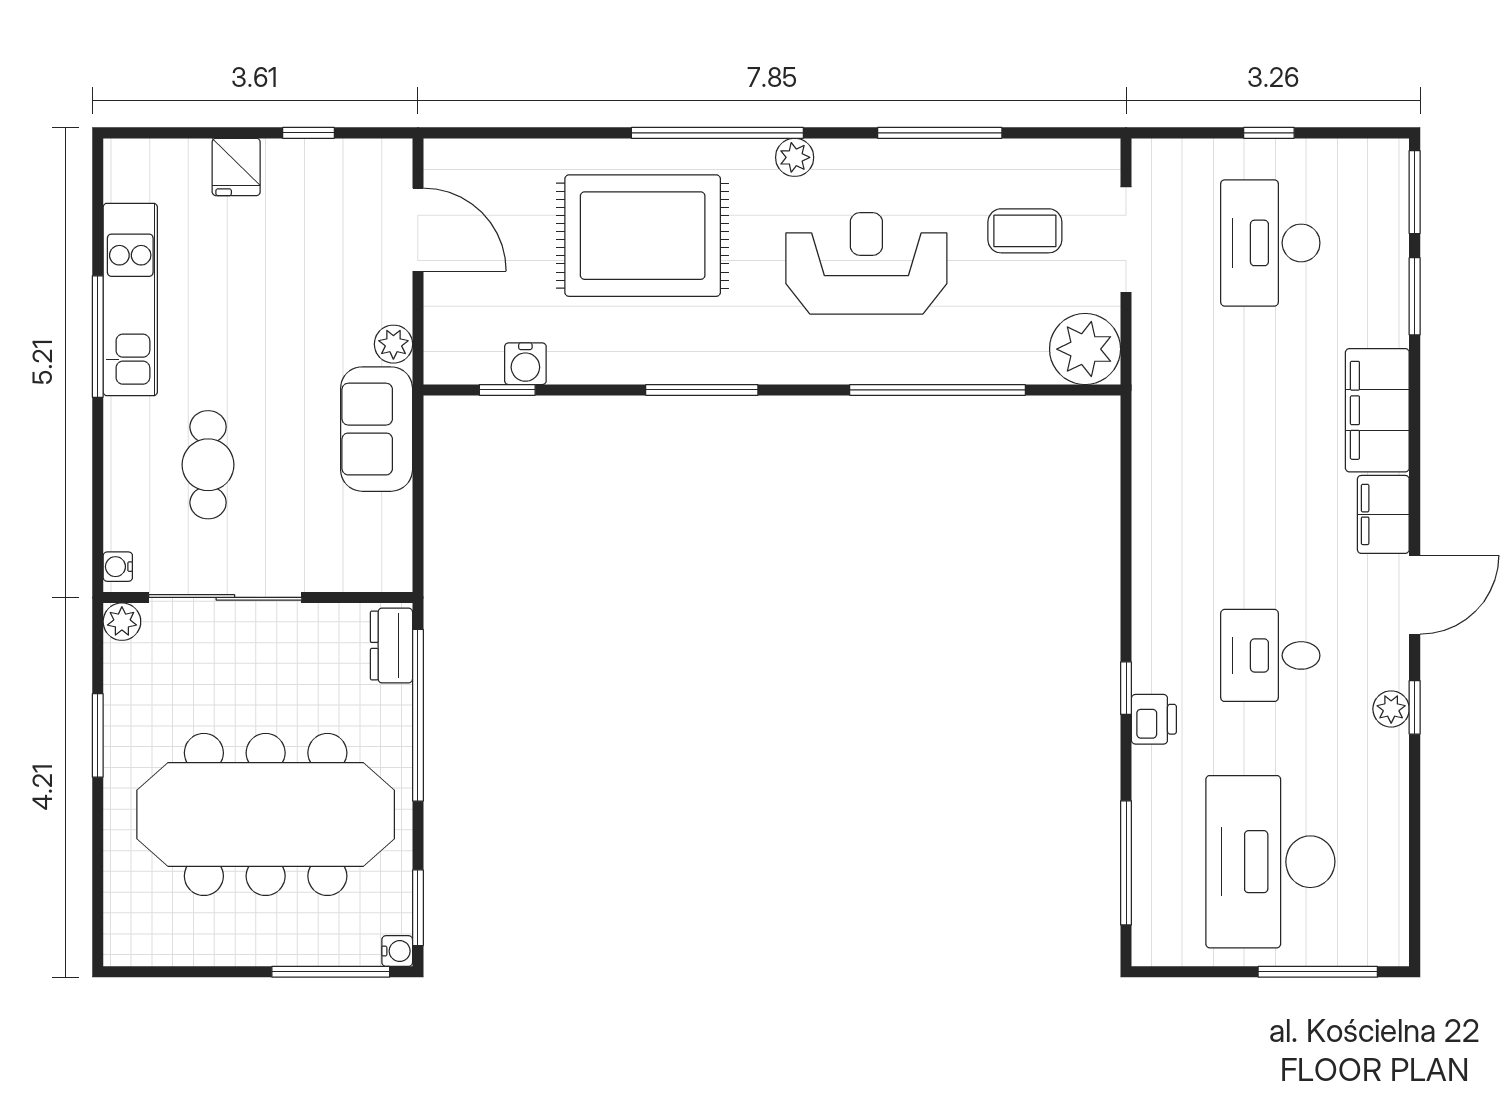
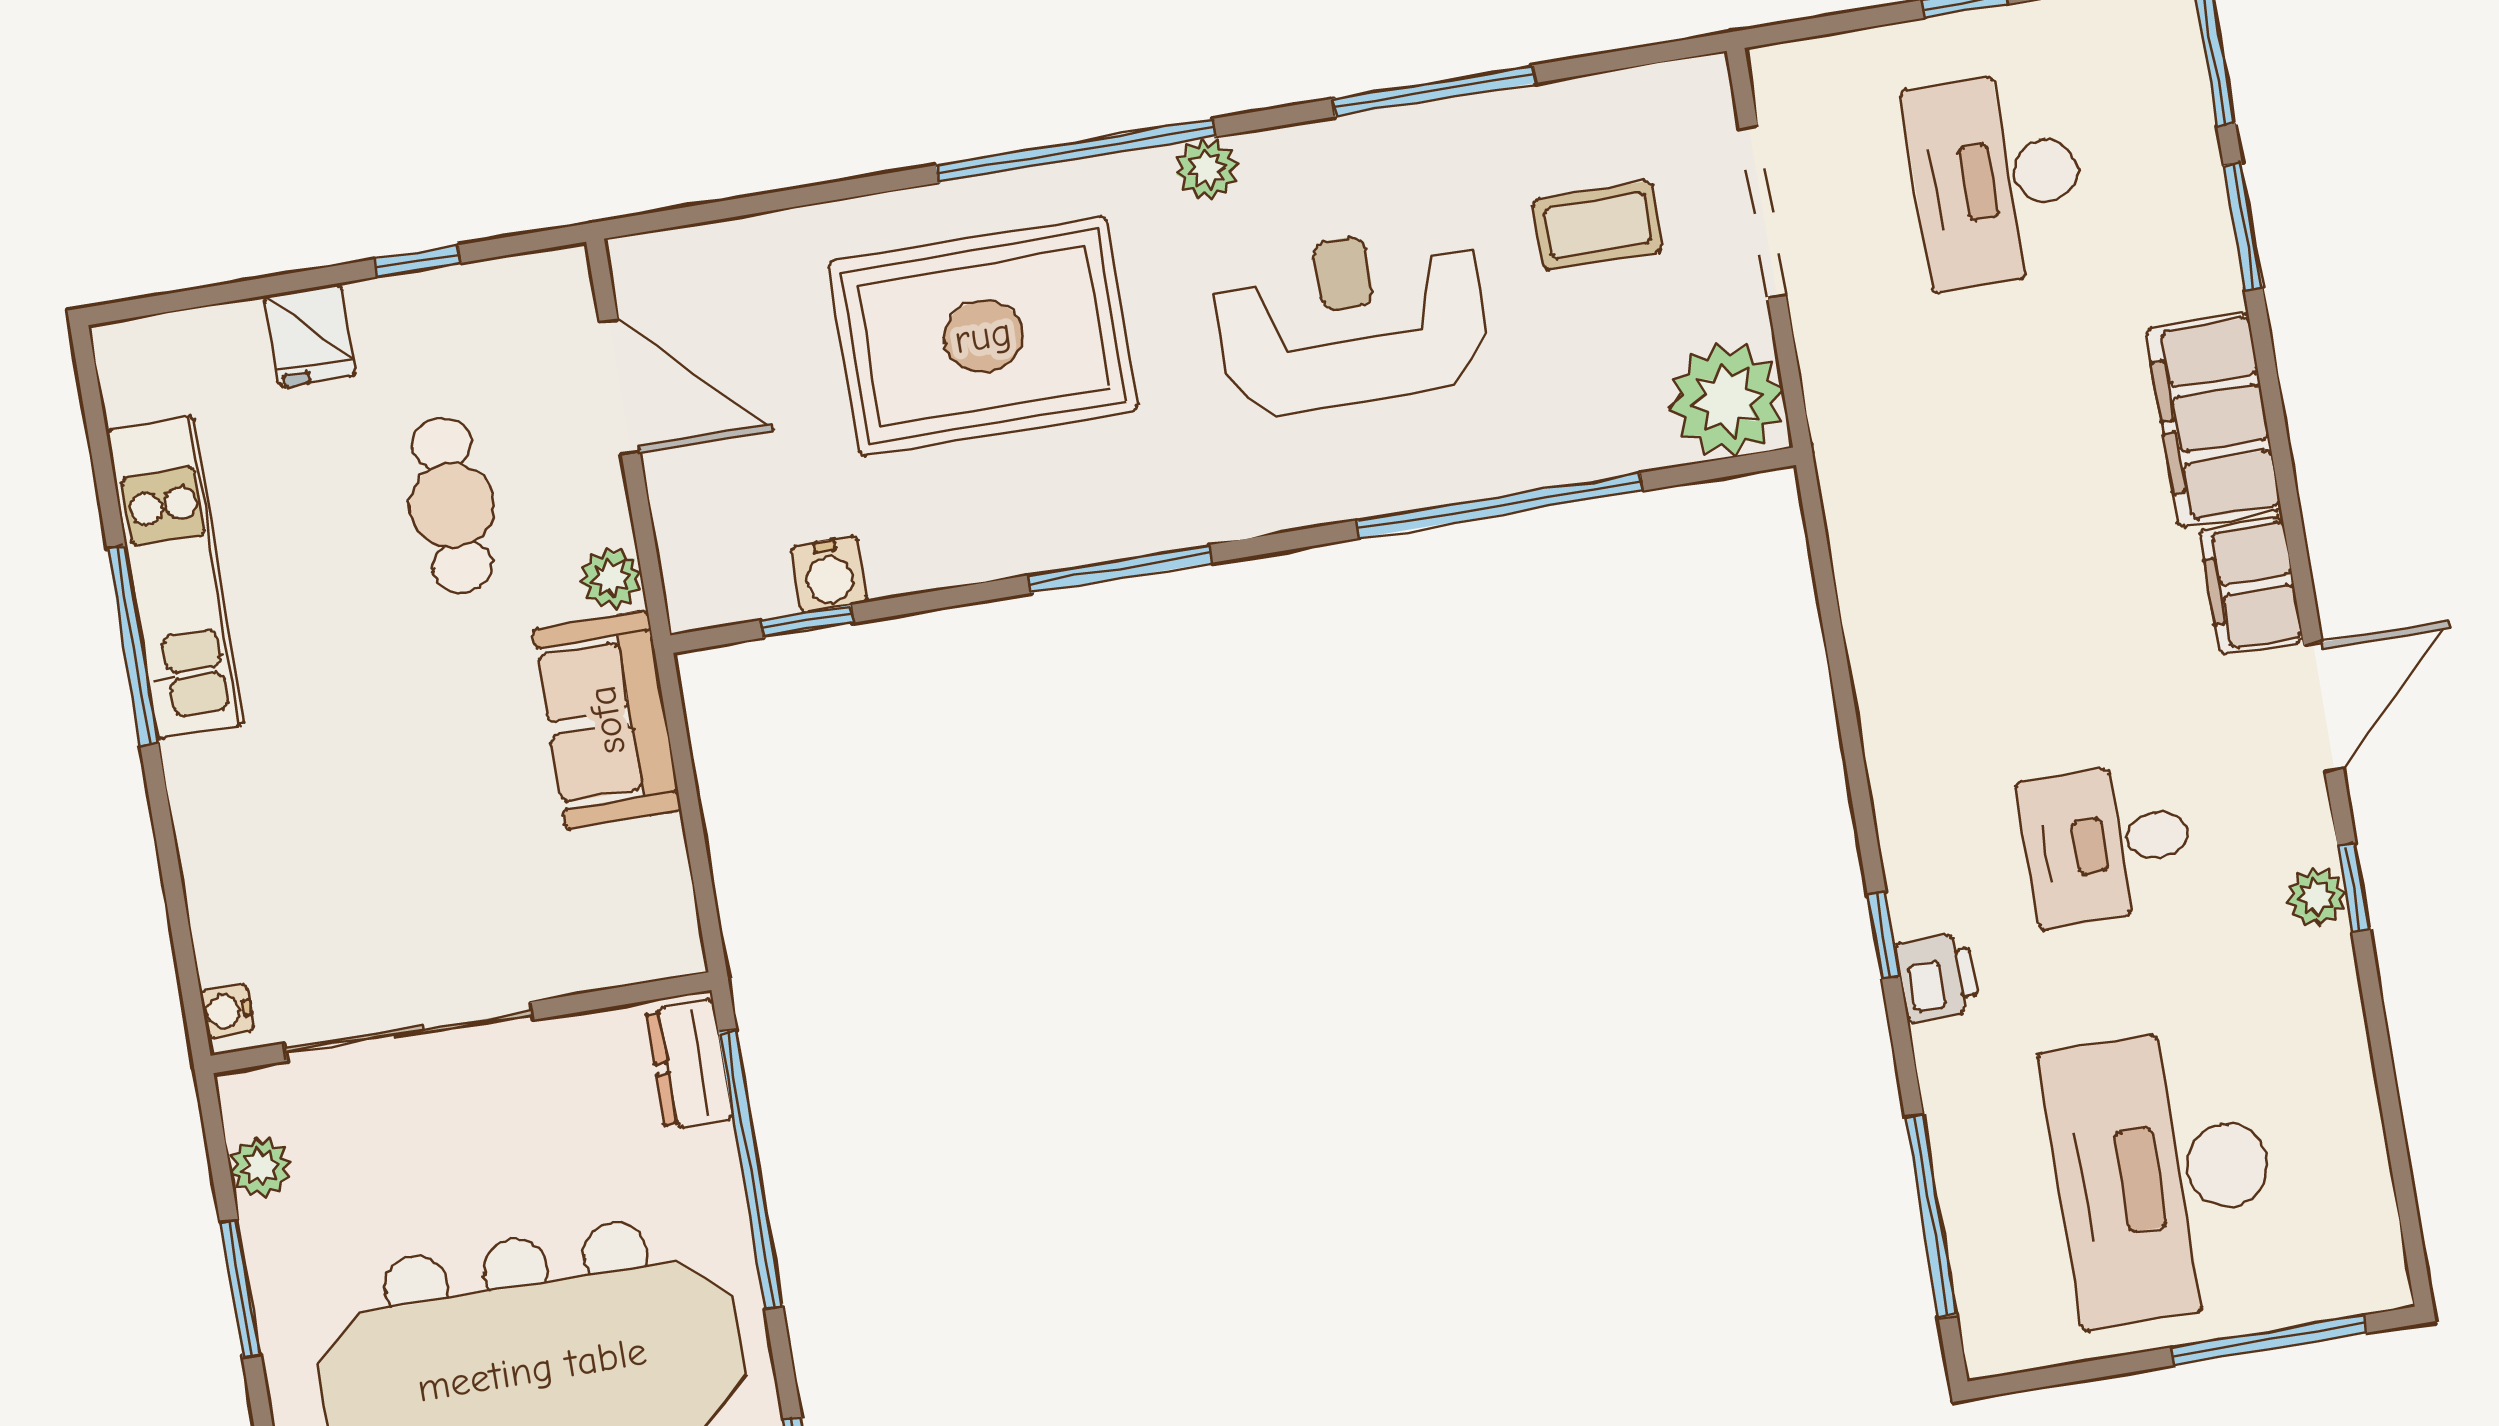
cafe table: (208, 465) -> (452, 505), moved
plant: (122, 622) -> (260, 1167), moved

